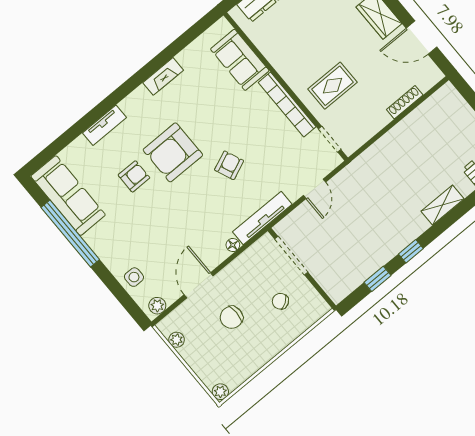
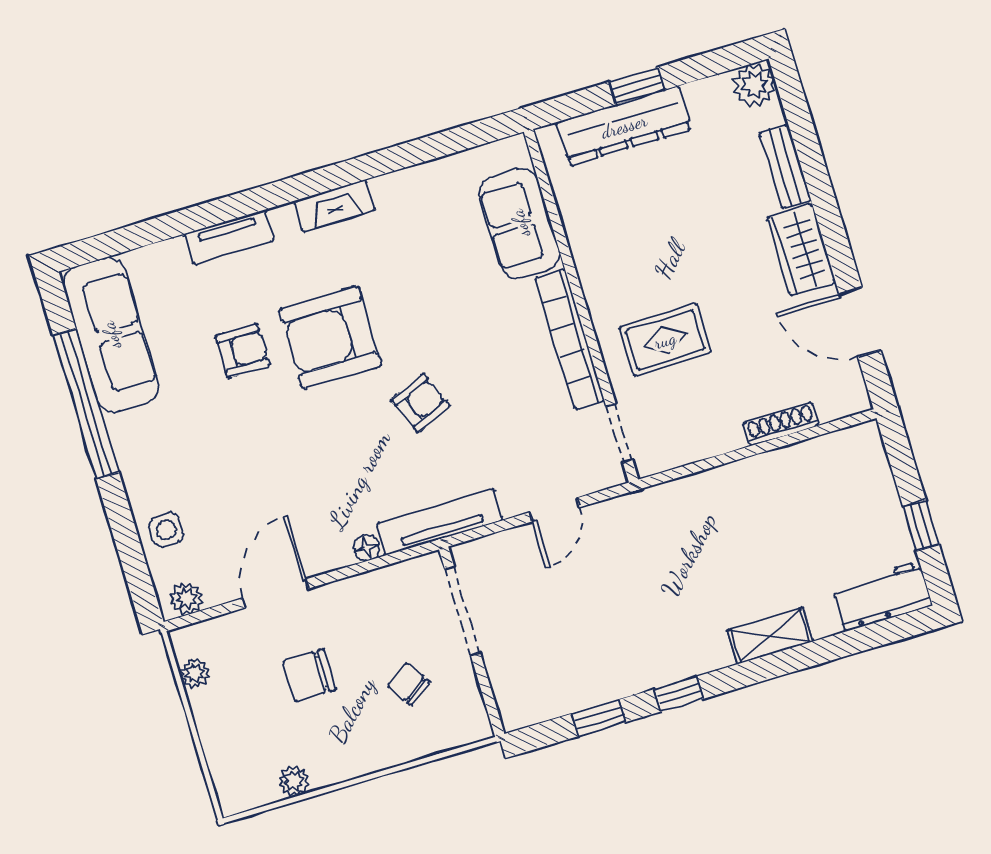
fireplace: (163, 76) -> (334, 206), moved
plant: (220, 392) -> (294, 781), moved

